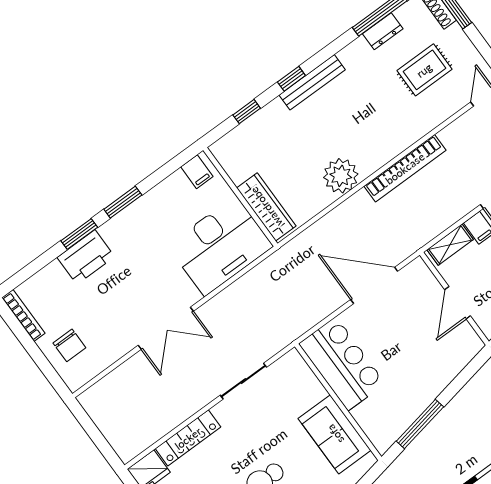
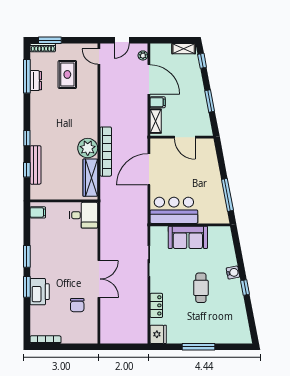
bench: (312, 82) -> (35, 165), moved
bookcase: (405, 168) -> (106, 152), moved
wardrobe: (266, 207) -> (90, 178), moved, turned -90
desk: (220, 246) -> (84, 215), width x0.53, depth x0.77
chair: (69, 345) -> (77, 305), moved, turned 90
sofa: (335, 434) -> (188, 237), moved
locker: (188, 438) -> (156, 305), width x0.66

